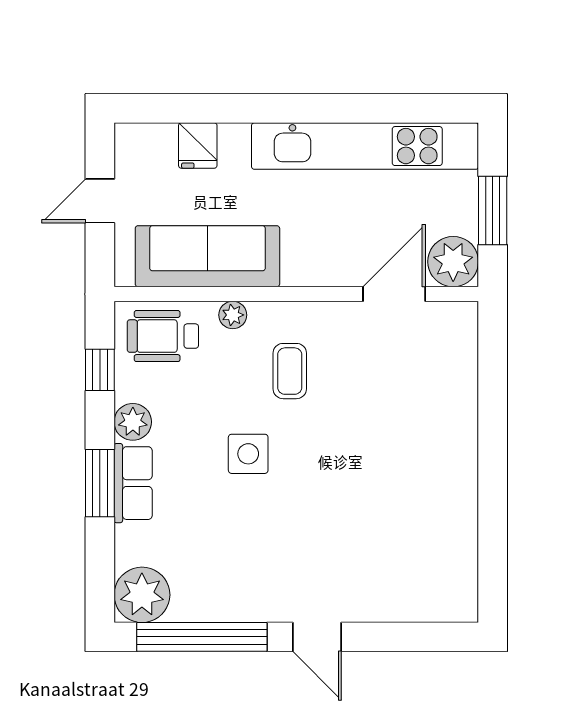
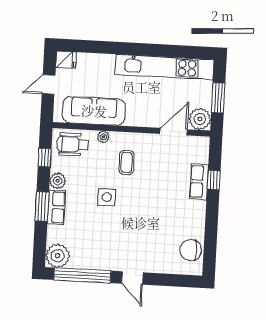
fridge: (198, 145) -> (66, 60), moved, turned -90
window: (493, 401) -> (214, 180), added
row of seats: (459, 406) -> (199, 182), added
chair: (448, 565) -> (191, 250), added

